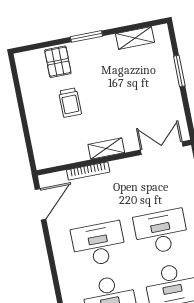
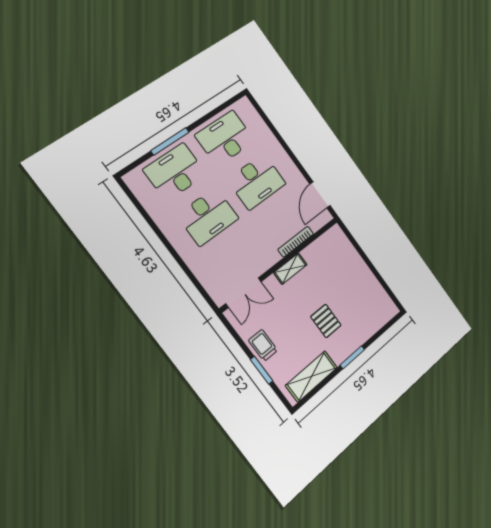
shelving: (135, 38) -> (311, 376), width x1.50, depth x1.33
pallet: (58, 62) -> (326, 321), moved
trolley: (70, 103) -> (263, 345), moved

